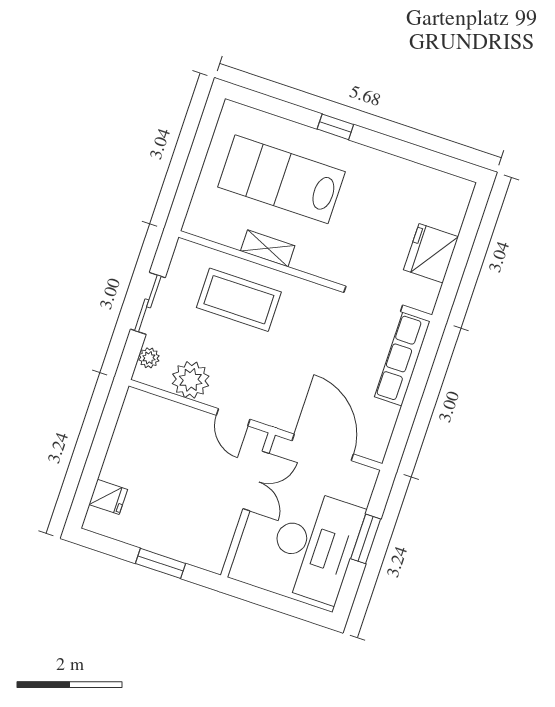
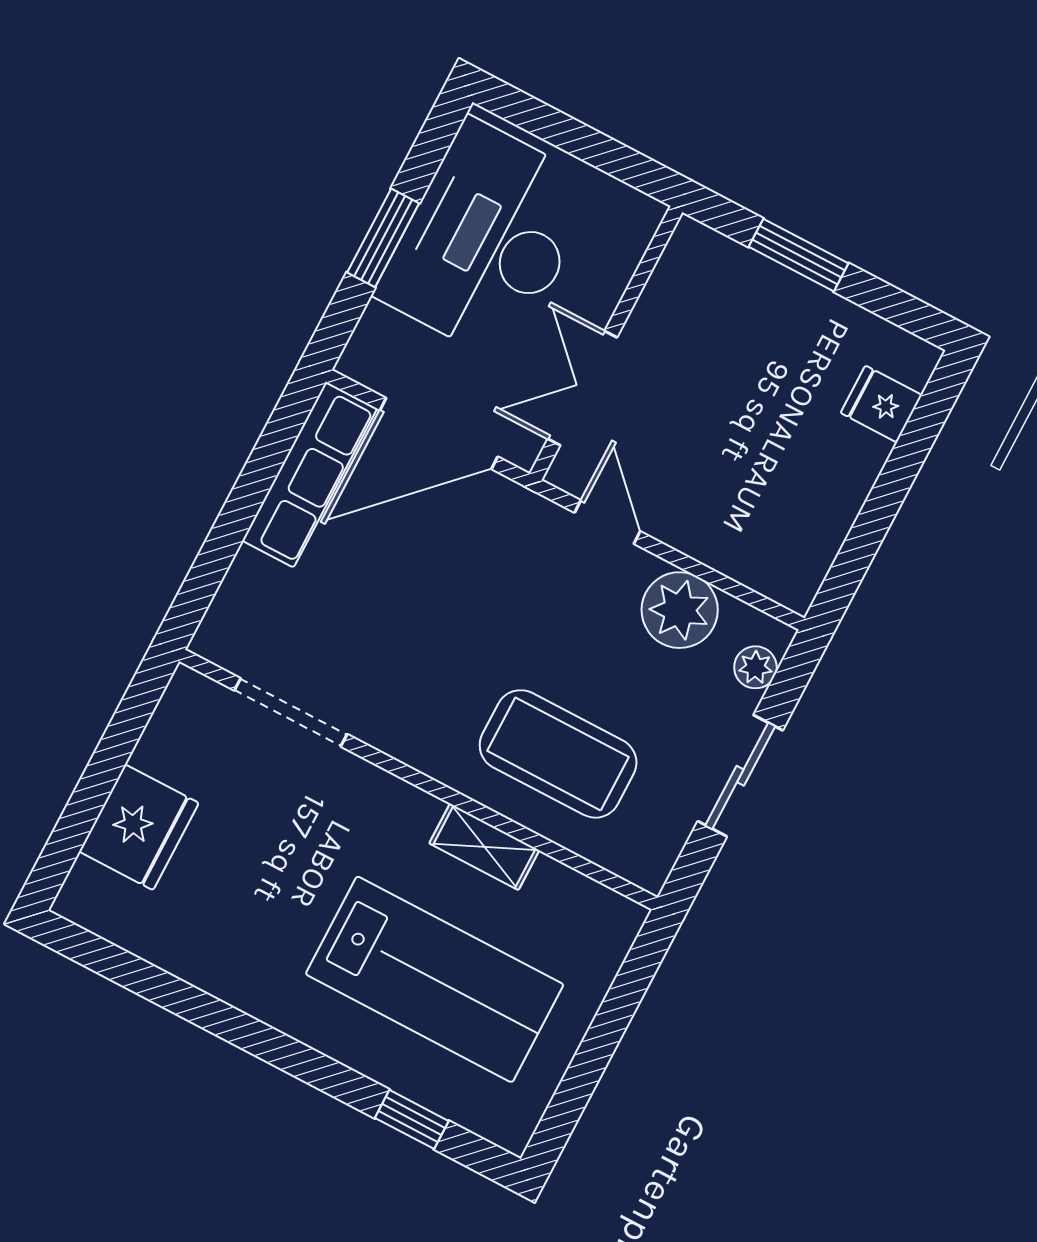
window: (335, 127) -> (412, 1119), moved
fridge: (431, 253) -> (139, 827), moved
row of seats: (402, 359) -> (310, 475), moved
door: (323, 447) -> (439, 434), hinge flipped

